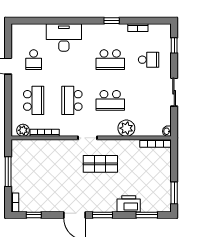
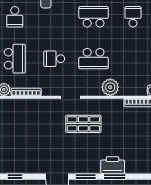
school desk: (110, 60) -> (94, 17), turned 180
school desk: (148, 60) -> (133, 17), turned -90
school desk: (72, 100) -> (54, 59), width x0.54
window: (147, 215) -> (115, 177), moved

